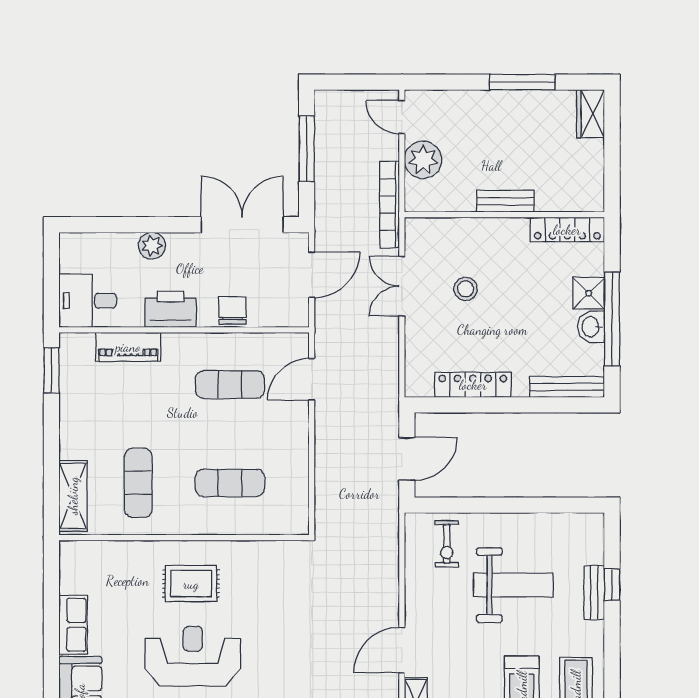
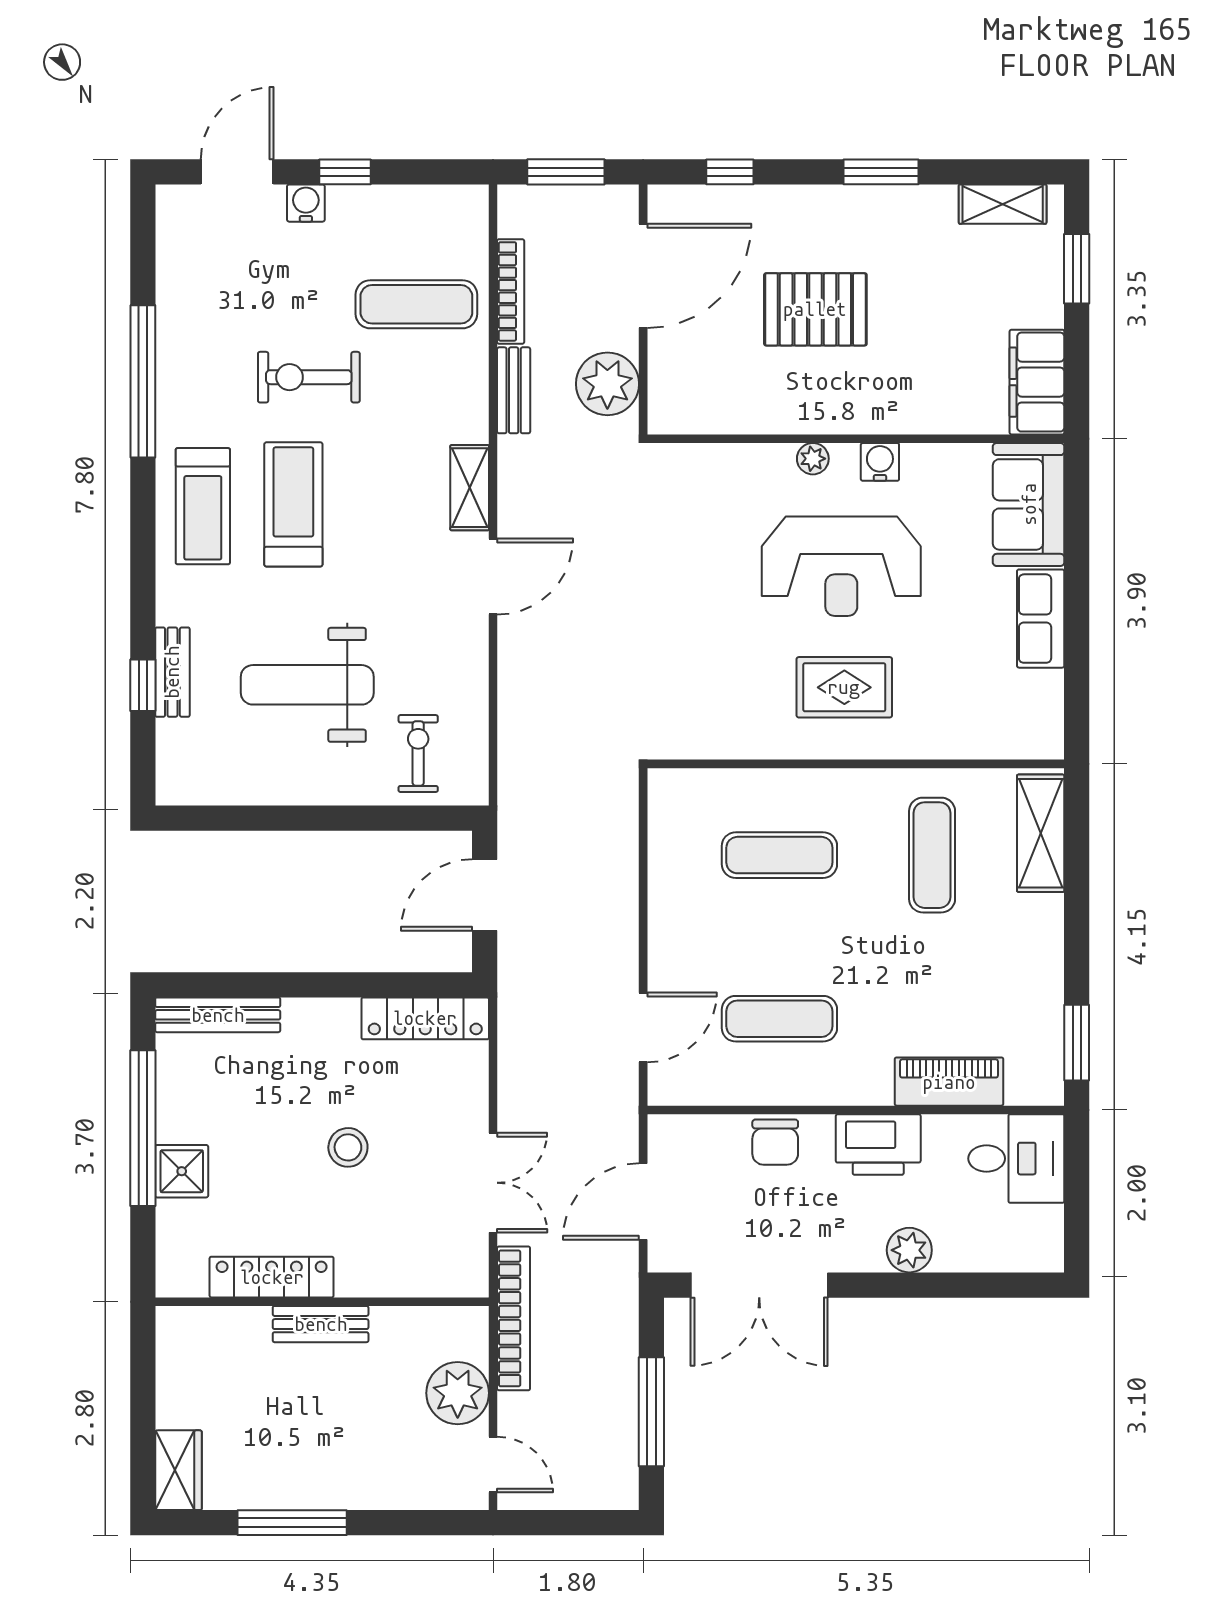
locker: (567, 230) -> (272, 1277), moved
stool: (466, 289) -> (348, 1147), moved
washbasin: (591, 327) -> (178, 1115), removed
locker: (473, 385) -> (425, 1018), moved

